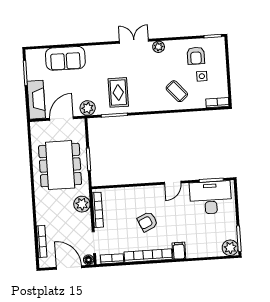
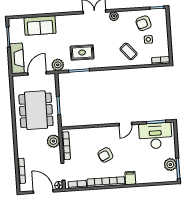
armchair: (196, 56) -> (144, 23), turned 73
rug: (118, 92) -> (82, 52), turned 90
plant: (230, 248) -> (170, 165), moved

